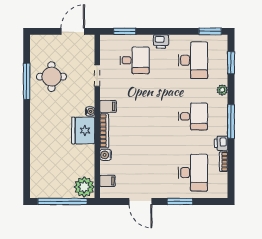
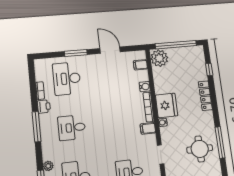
plant: (222, 90) -> (48, 166), moved
locker: (36, 137) -> (205, 96), added
window: (27, 168) -> (209, 70), added

